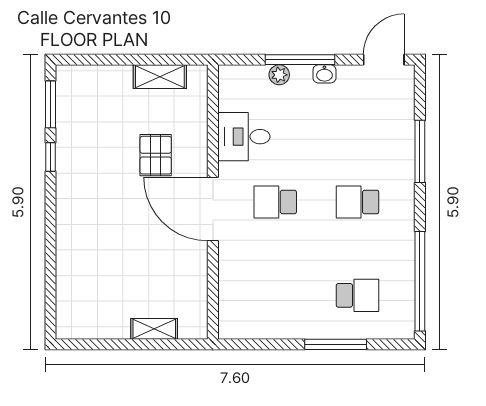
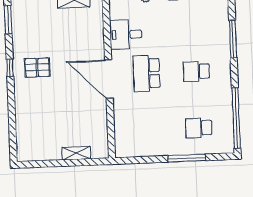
pallet: (156, 155) -> (37, 68), moved, turned 90
window: (51, 157) -> (10, 68), moved
school desk: (275, 202) -> (147, 73), width x1.85
school desk: (358, 295) -> (199, 128), turned 180

